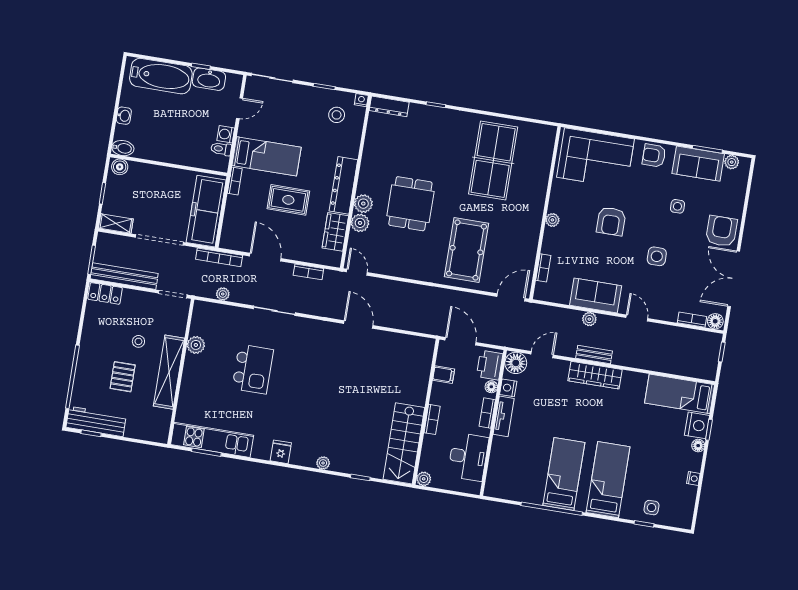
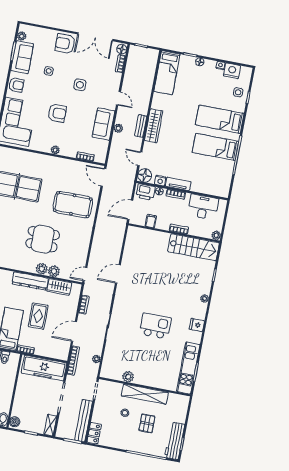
armchair: (654, 156) -> (16, 85), turned -90
door: (637, 318) -> (118, 98), swing flipped
kitchen island: (253, 369) -> (155, 326), moved
pallet: (123, 377) -> (147, 423), turned 90
nightstand: (697, 425) -> (232, 71), moved

